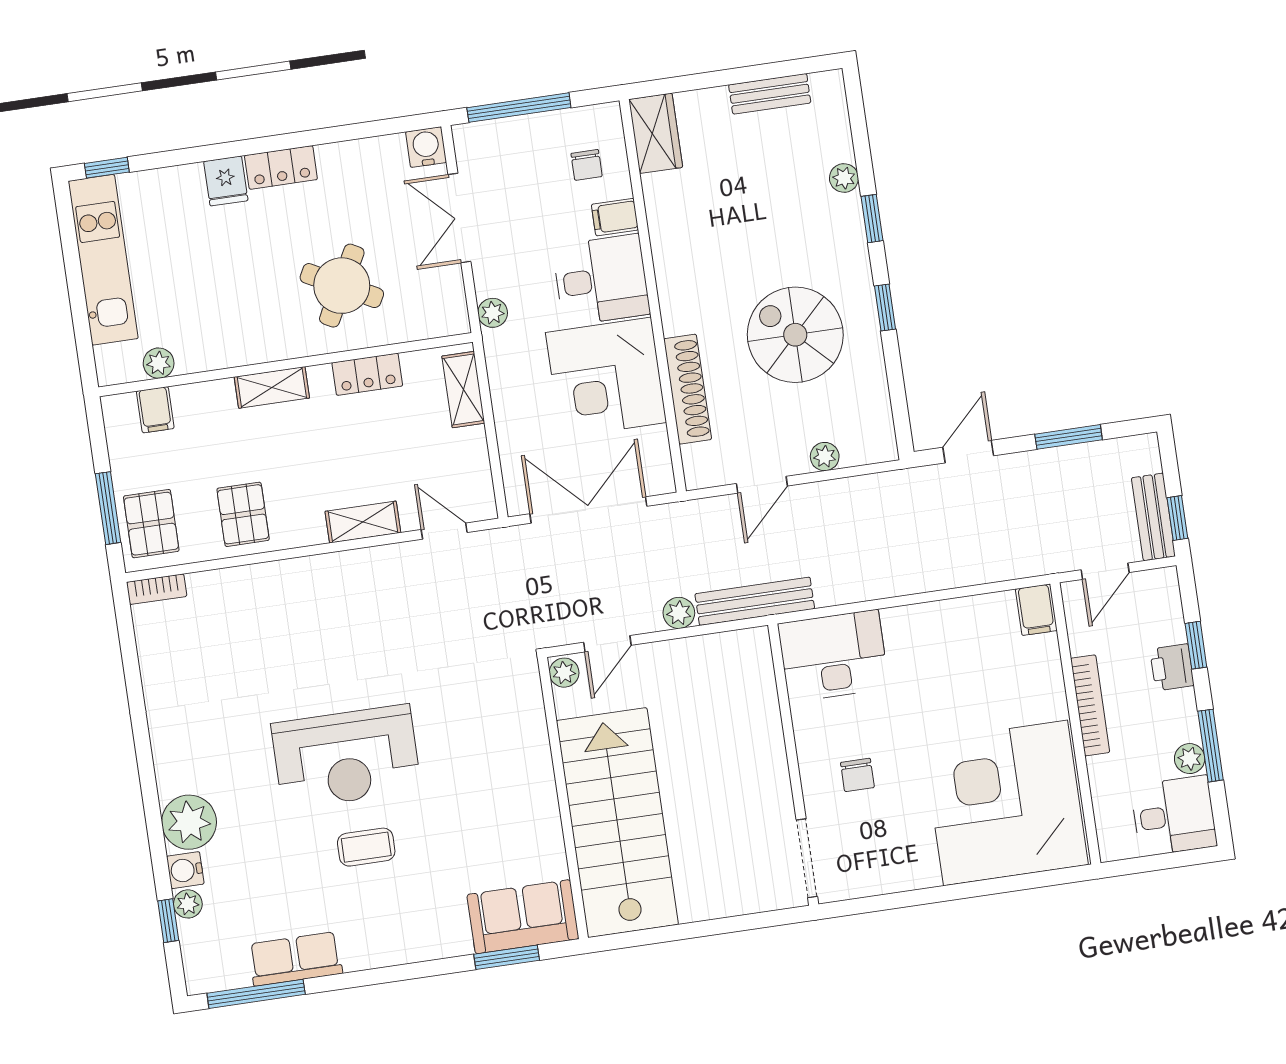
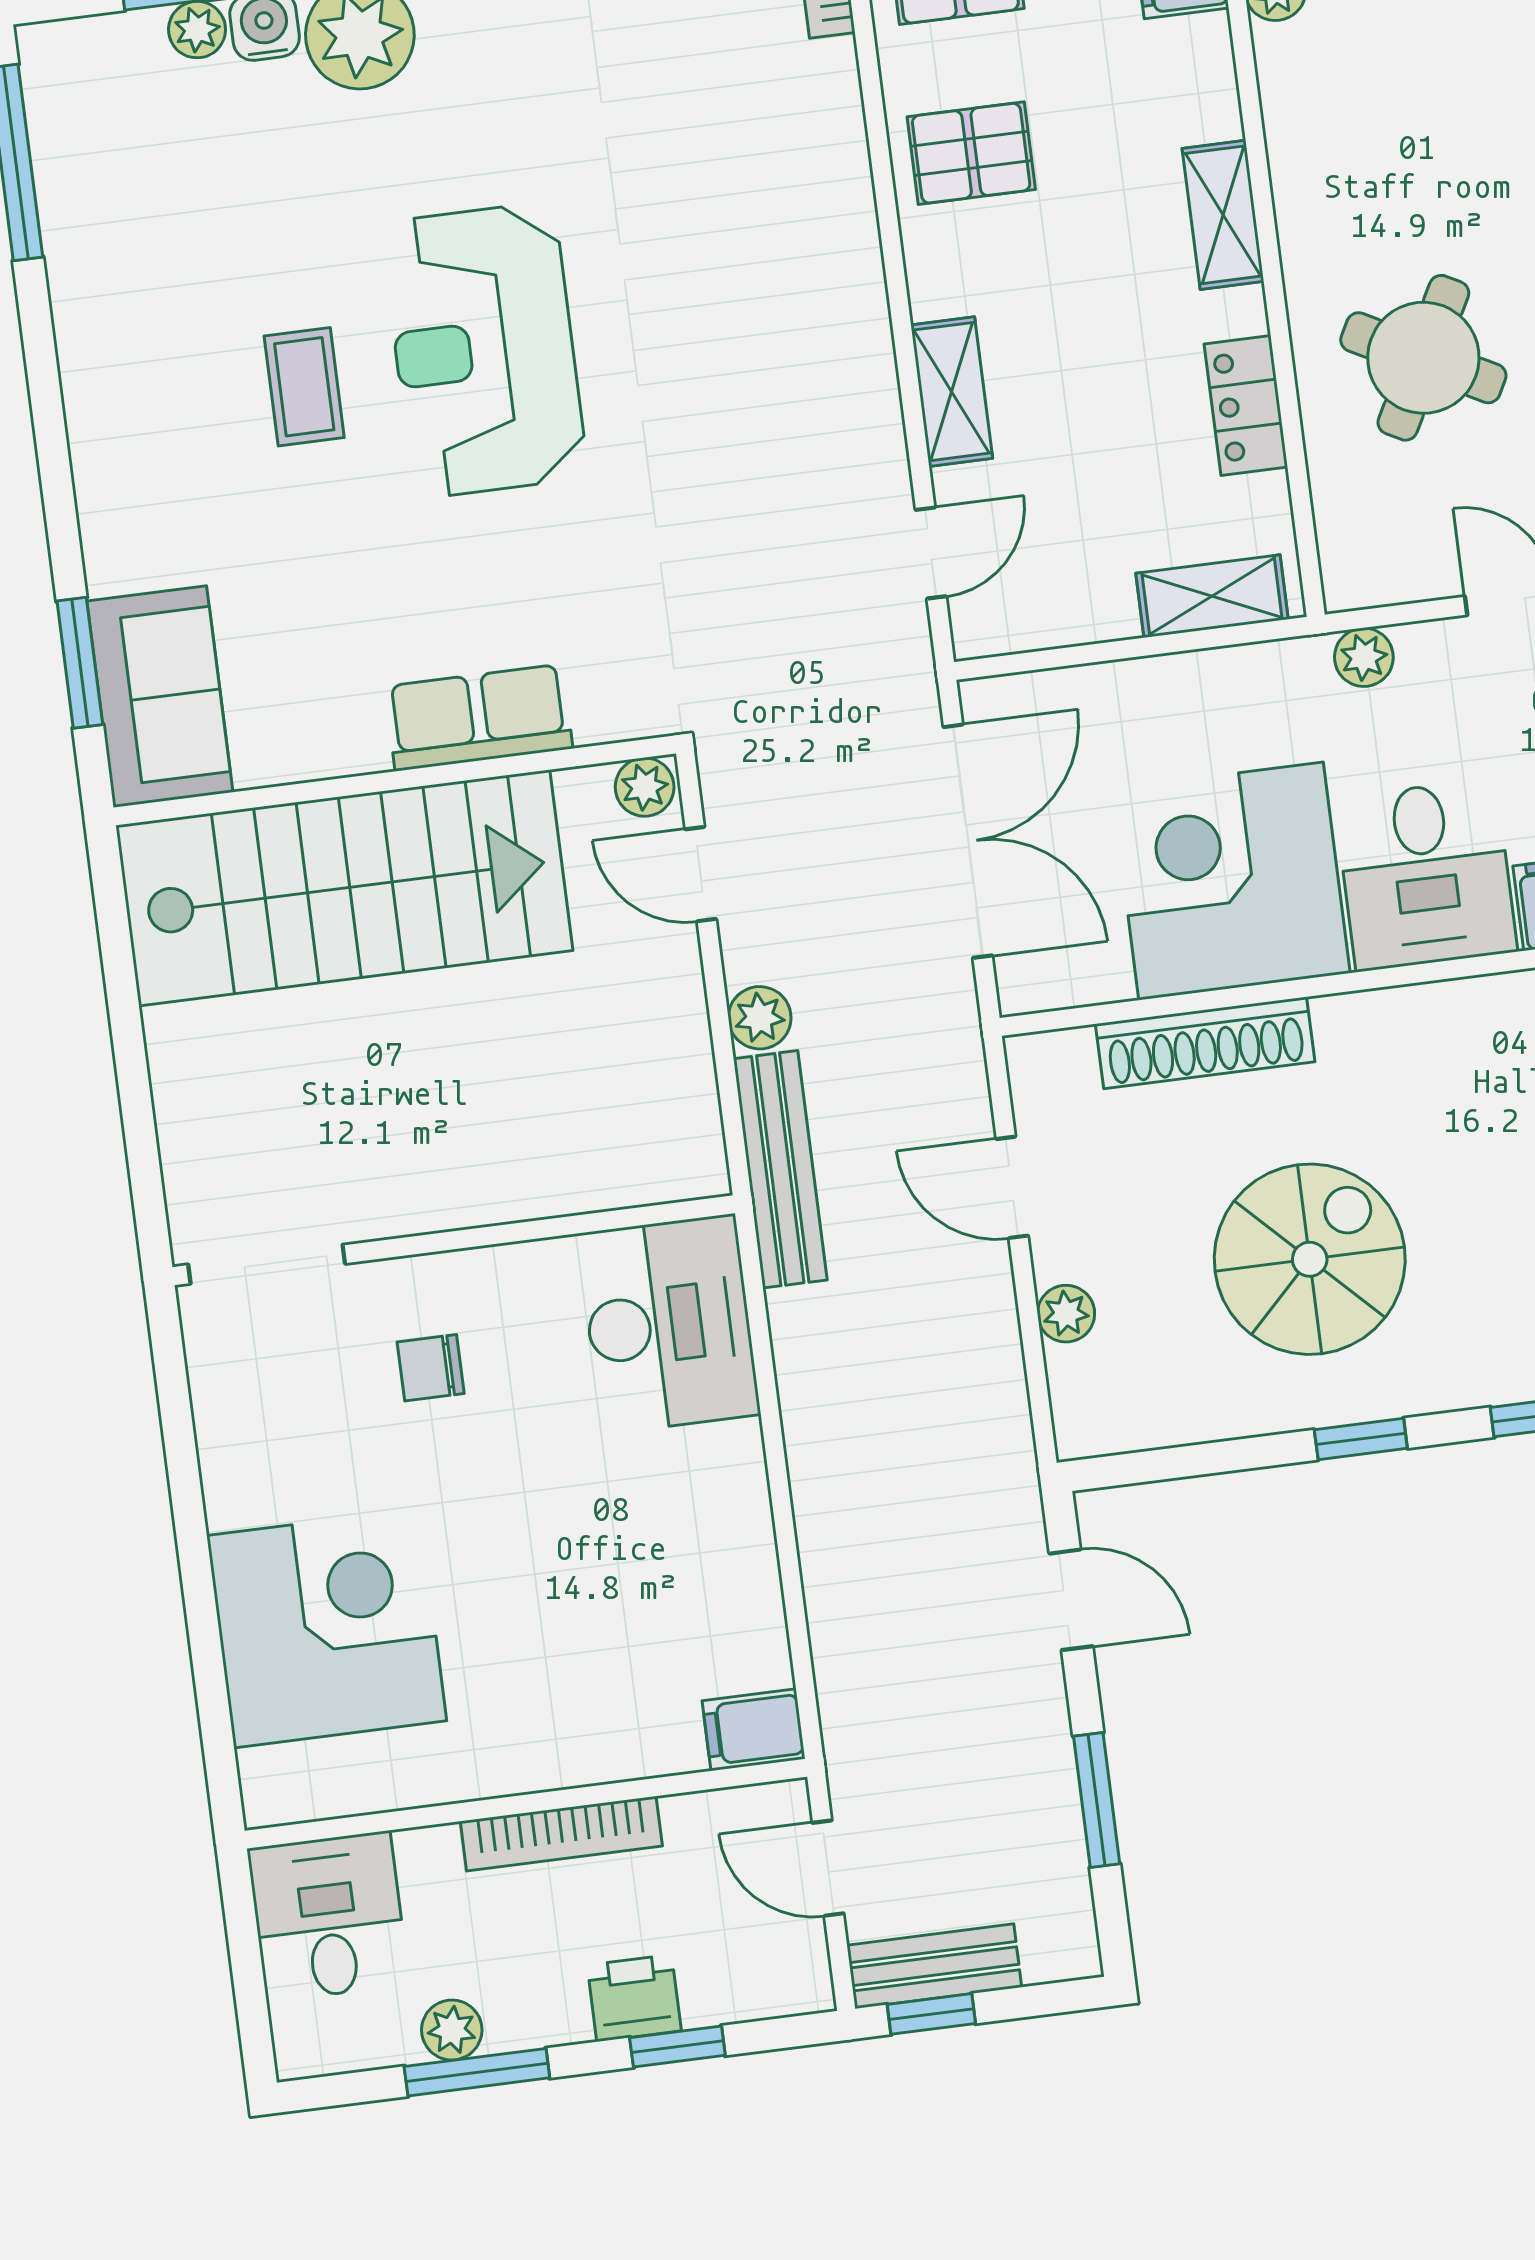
corner desk: (1005, 803) -> (327, 1628), width x0.74, depth x0.74
desk: (1174, 816) -> (328, 1916), moved, turned 180
row of seats: (295, 959) -> (479, 718), moved, turned -90

